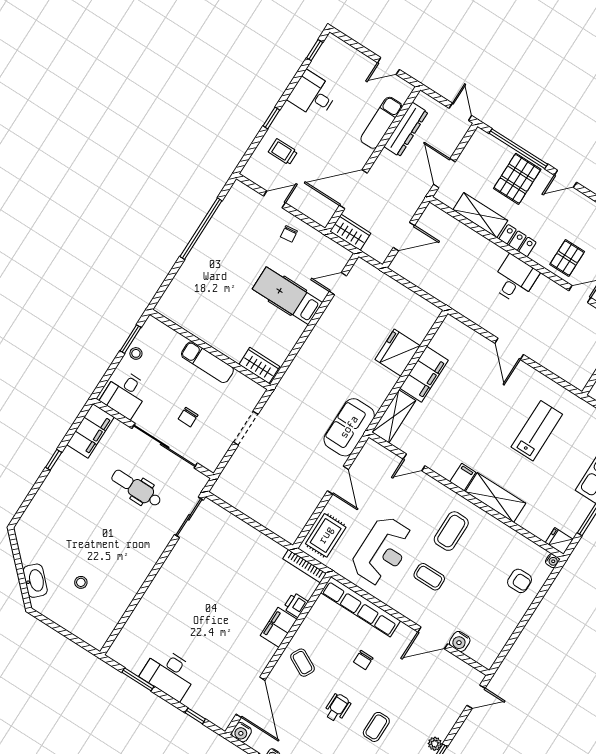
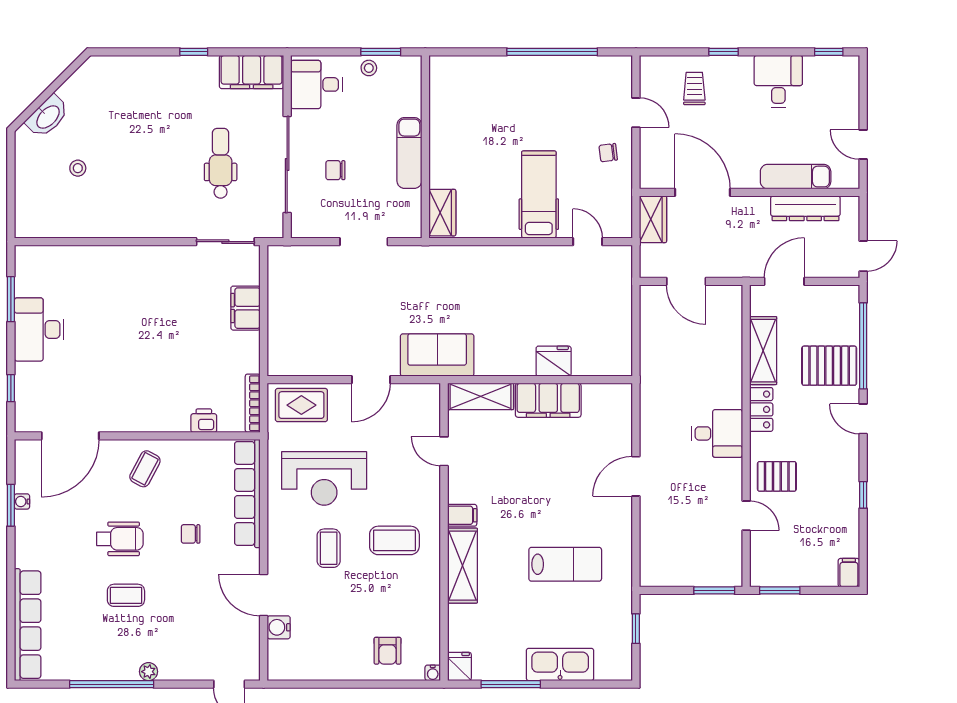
fridge: (398, 353) -> (554, 361), width x0.73, depth x0.75
filing cabinet: (279, 627) -> (246, 308), moved, turned -90
wheelchair: (337, 708) -> (120, 539), width x1.36, depth x1.37
water cooler: (242, 732) -> (25, 450), removed

